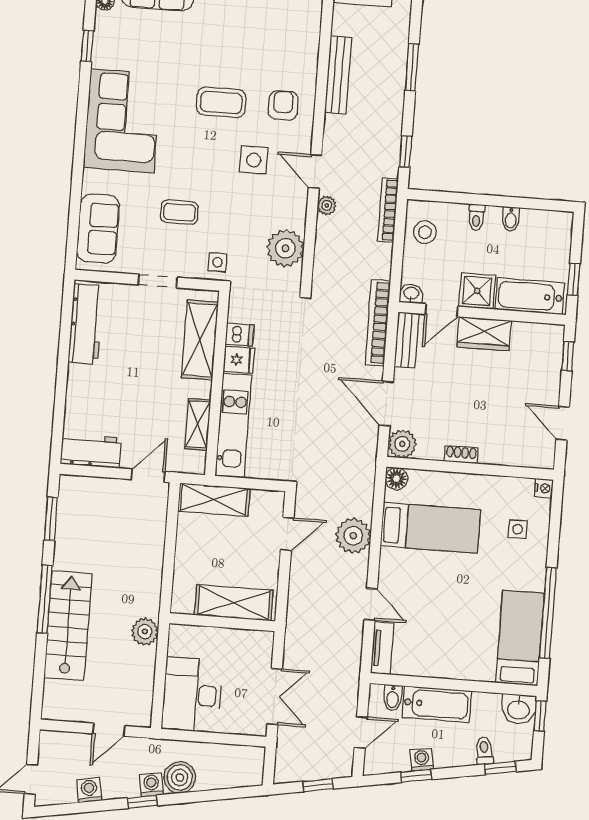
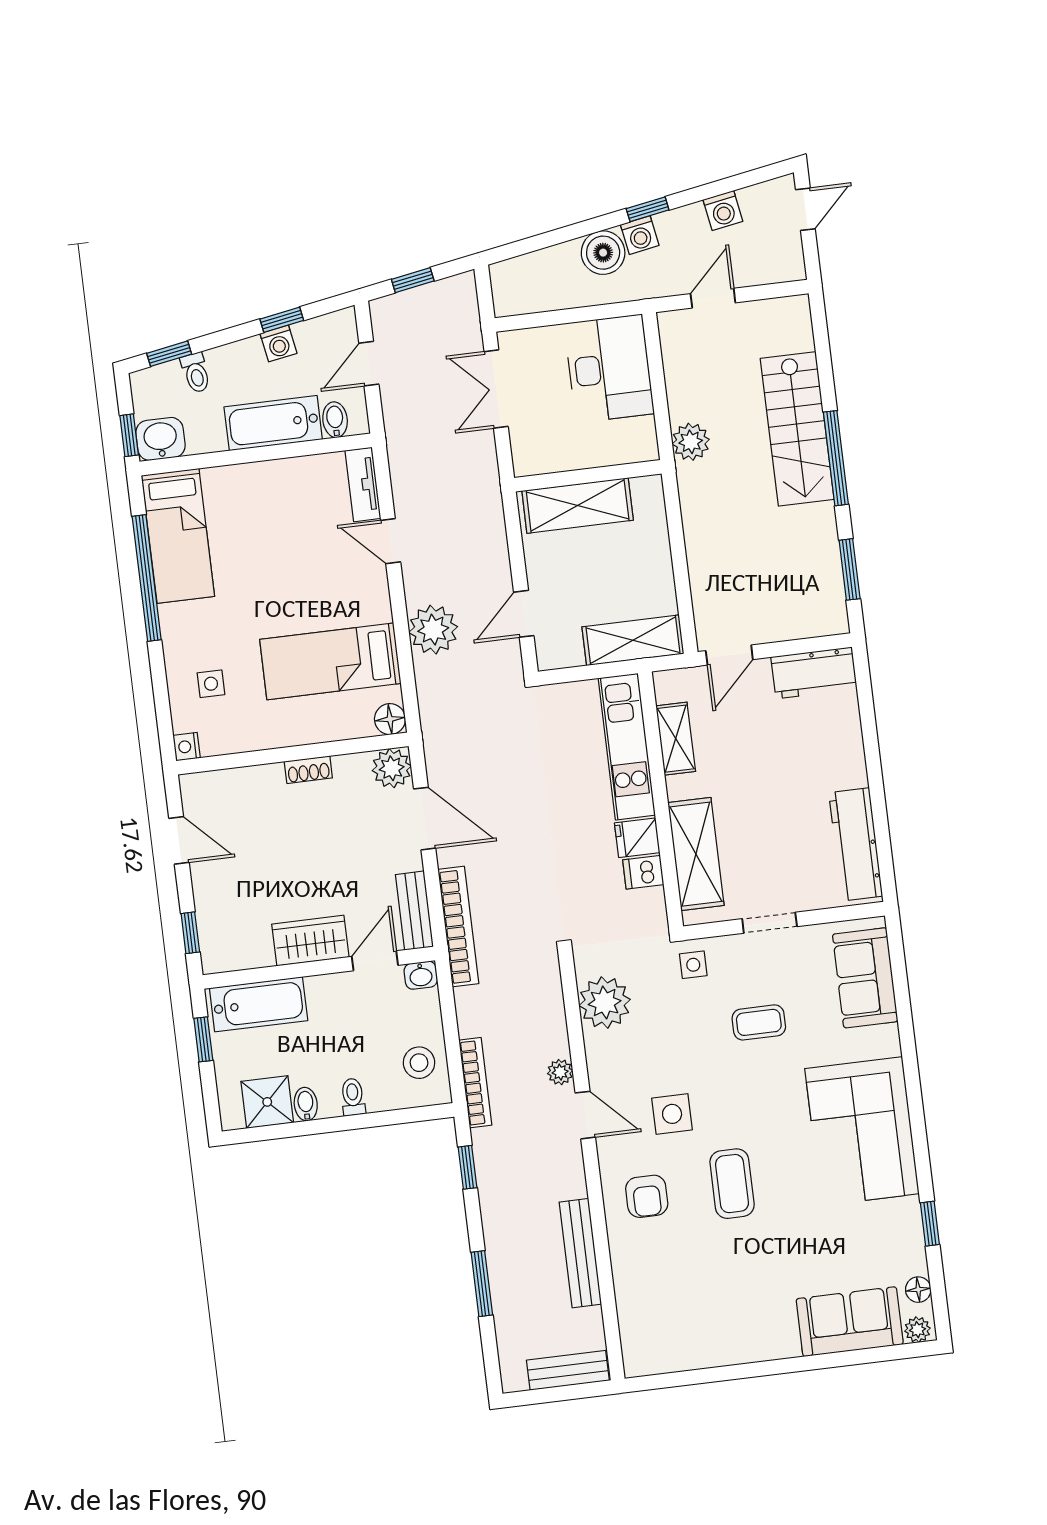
coffee table: (221, 102) -> (732, 1184), turned 90
shower: (477, 291) -> (267, 1102), moved

